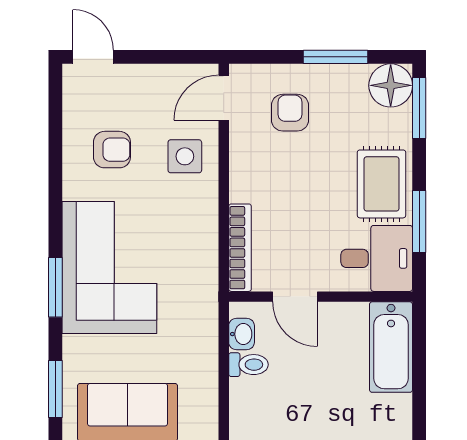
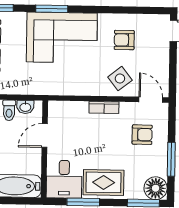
armchair: (112, 150) -> (124, 40), turned 90
side table: (185, 156) -> (120, 79), turned -38
bookcase: (240, 248) -> (104, 107), moved, width x0.64

